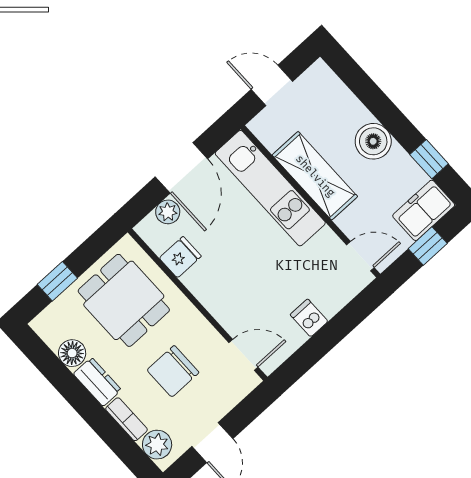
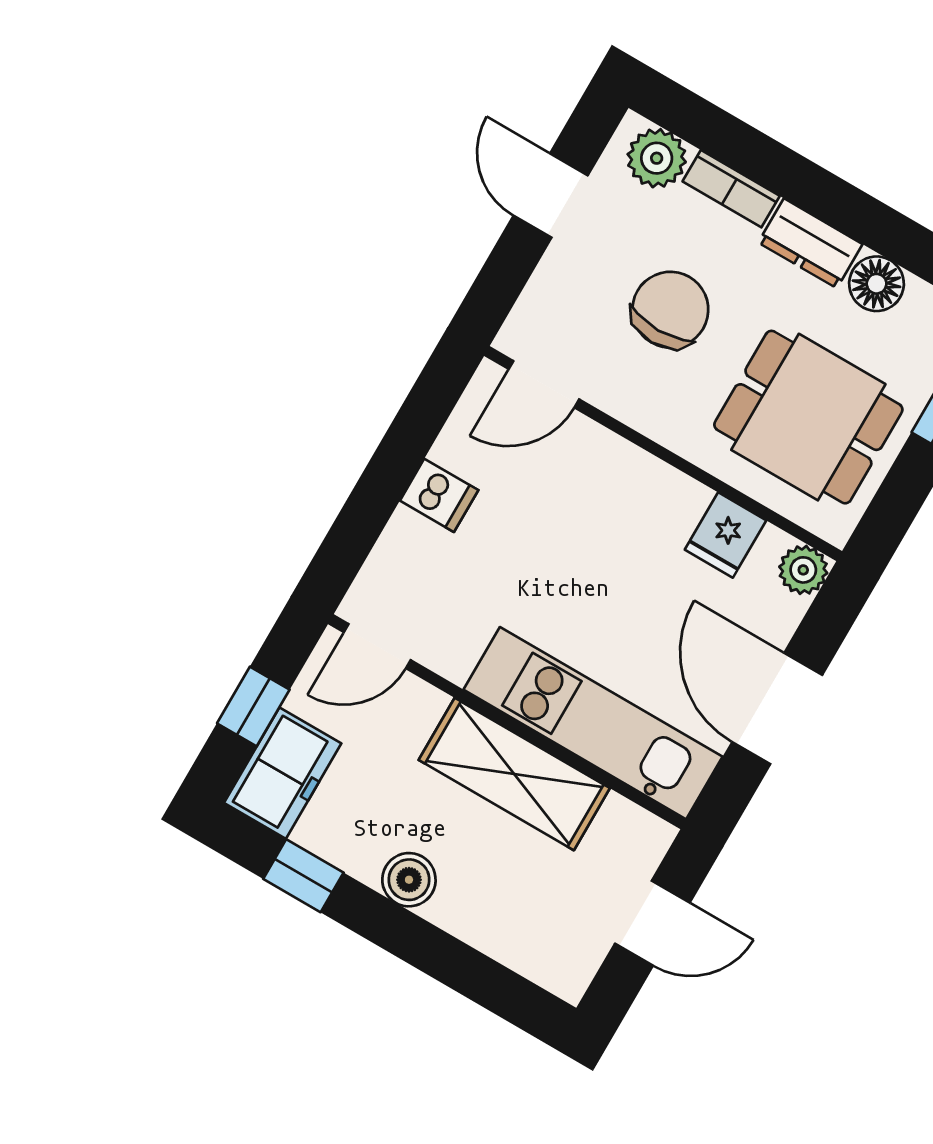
boiler: (373, 141) -> (409, 880), width x0.73, depth x0.73
plant: (168, 212) -> (803, 570), moved

